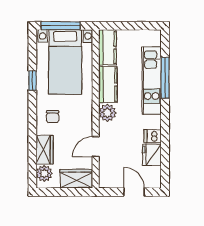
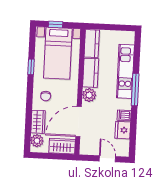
window: (61, 26) -> (56, 24), width x0.46
window: (165, 78) -> (135, 90), moved
door: (96, 147) -> (79, 122), width x1.87

